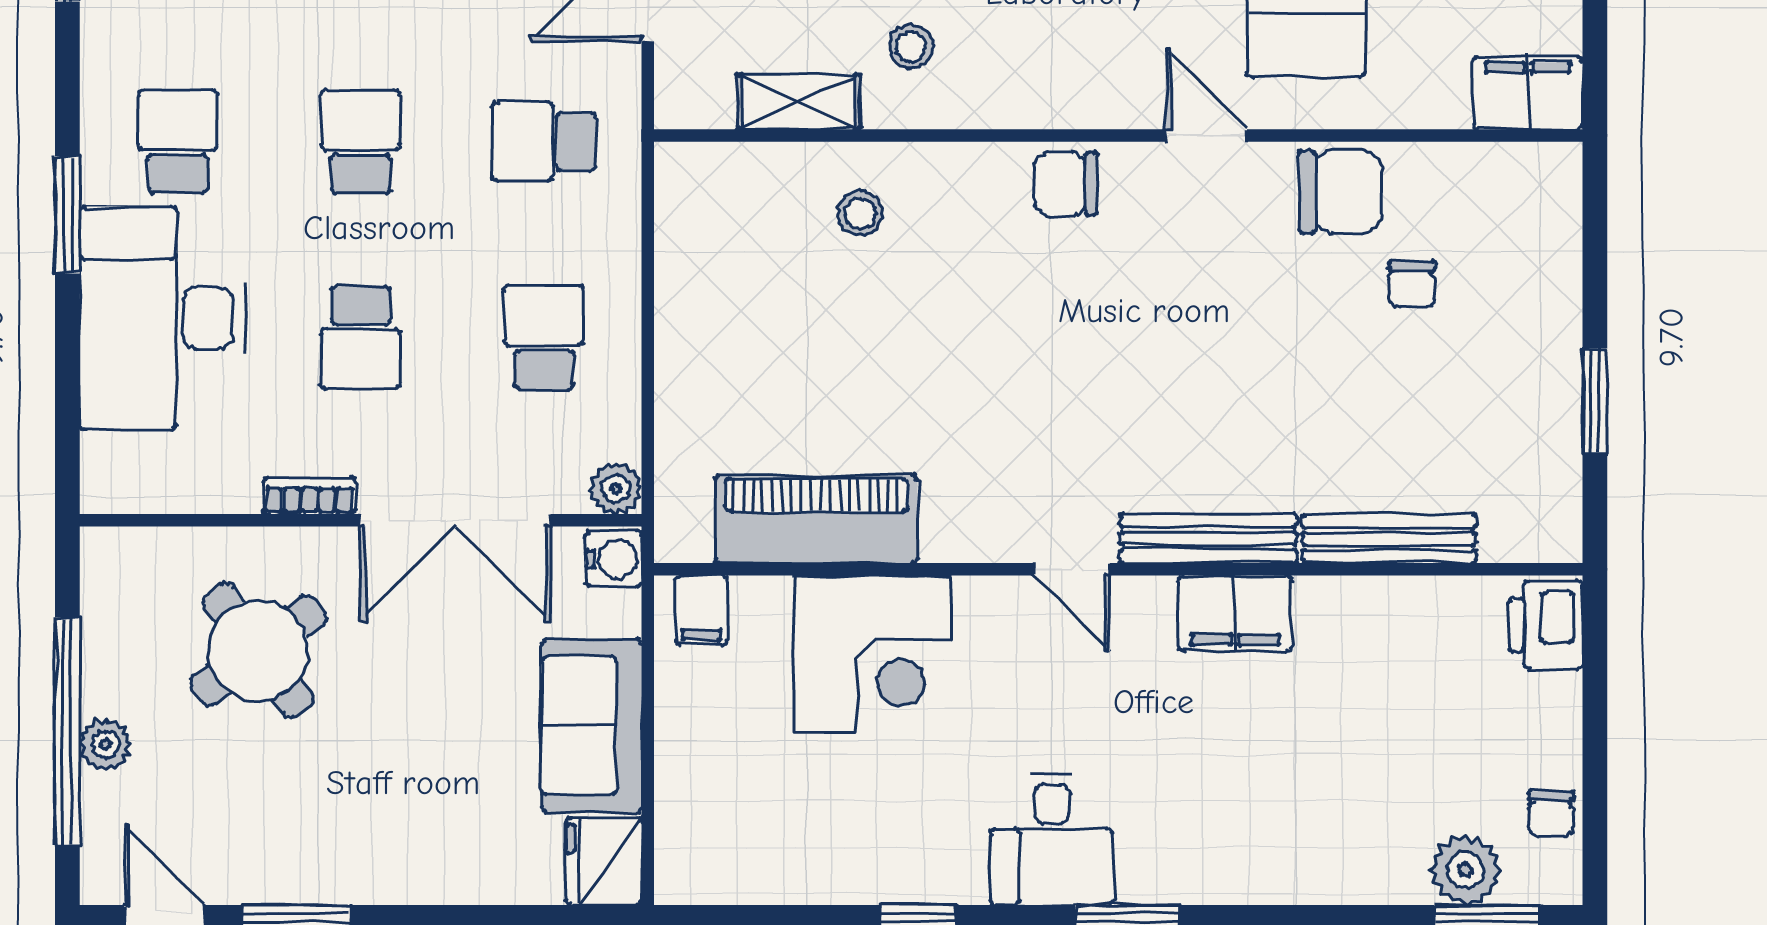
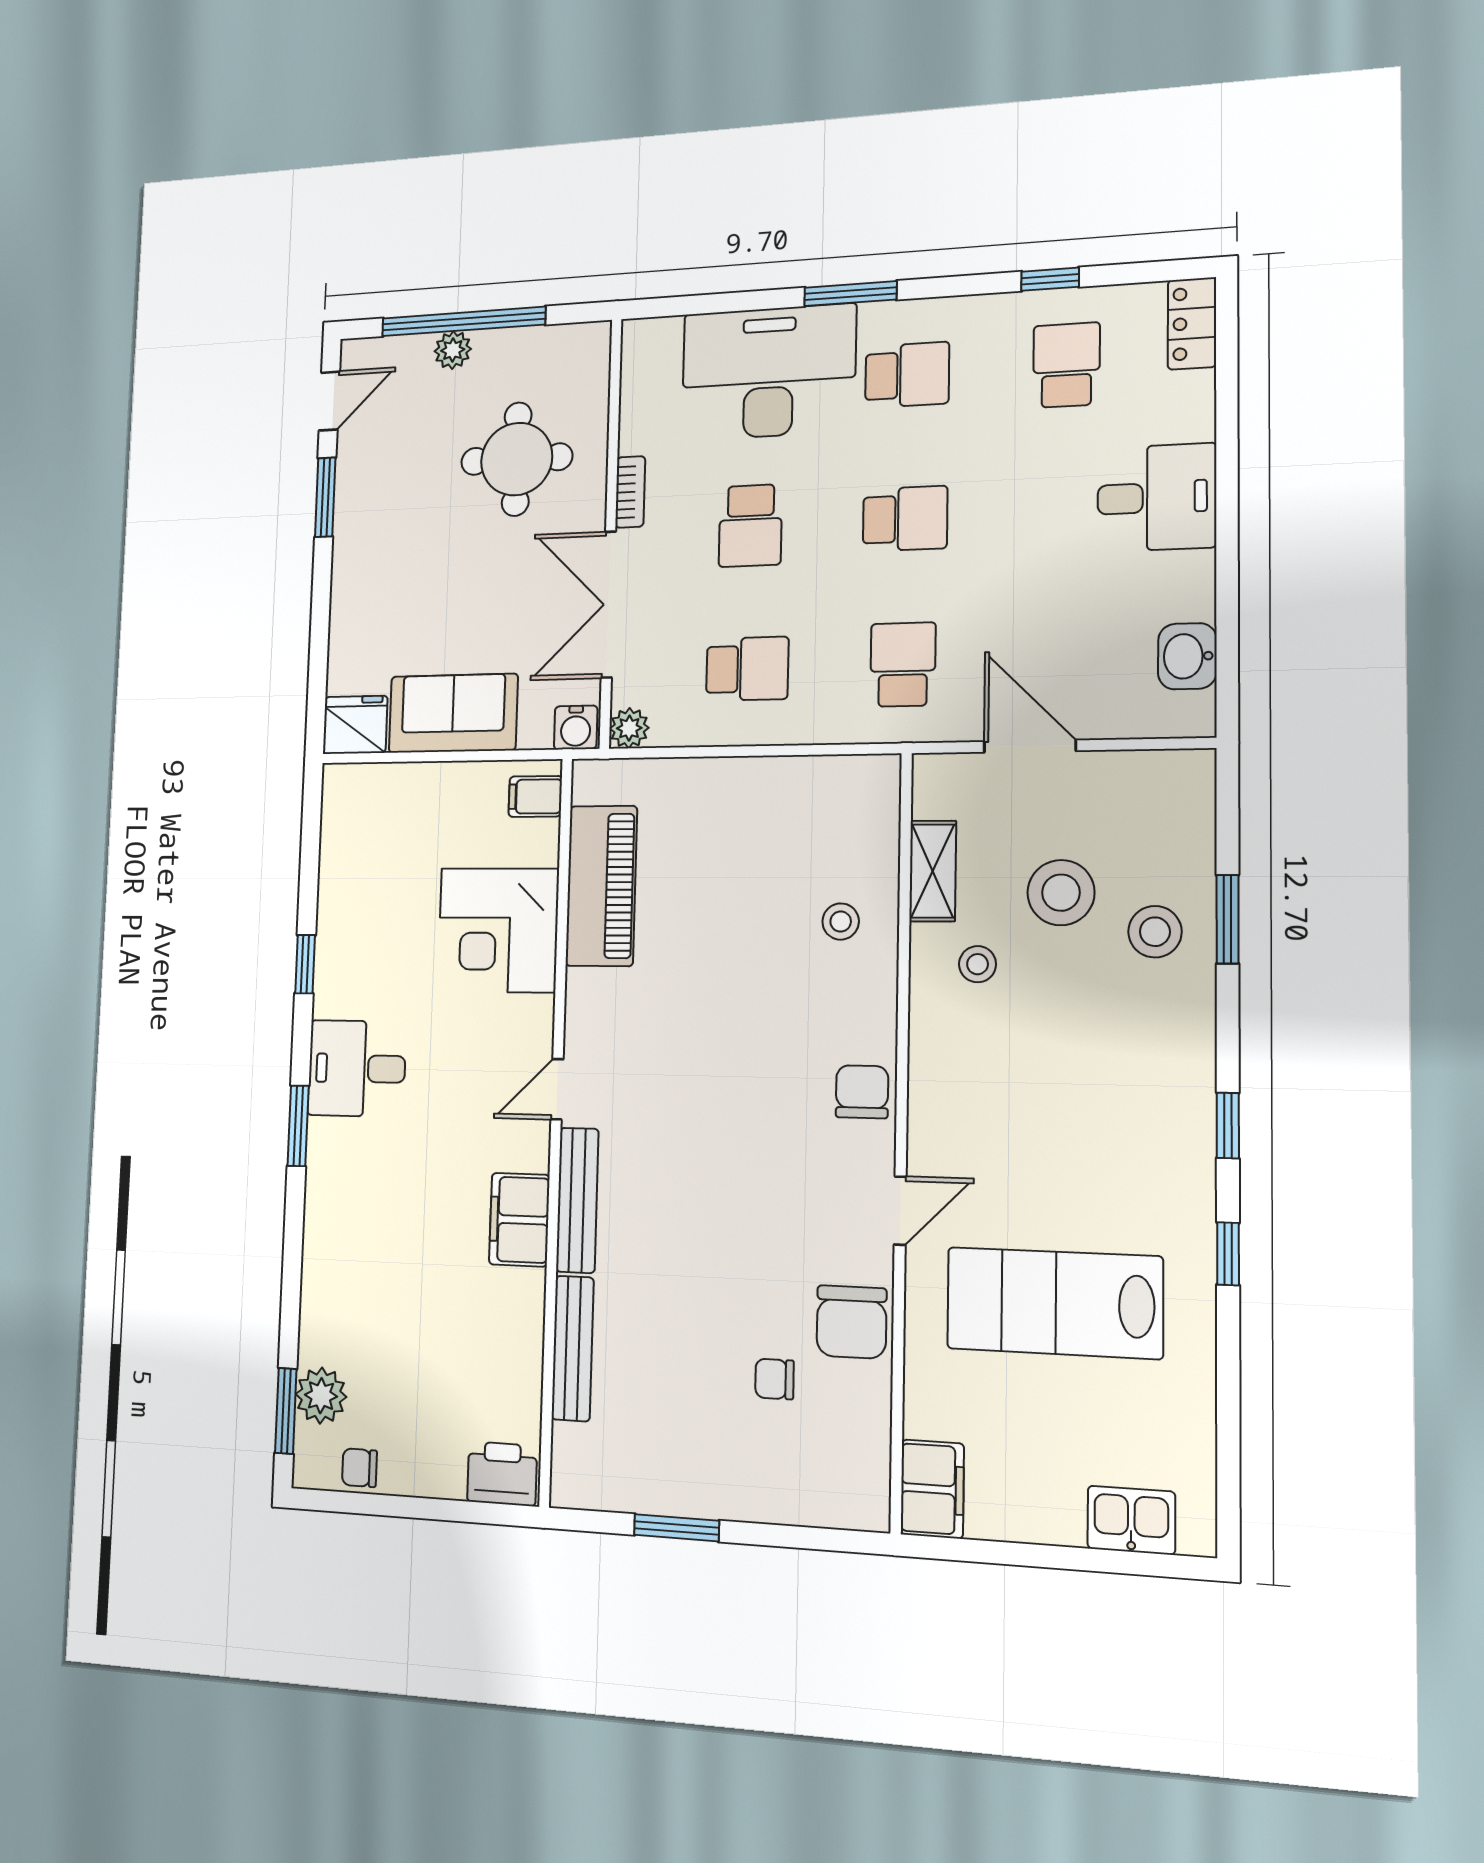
school desk: (361, 337) -> (750, 526), turned -90
round table: (258, 651) -> (517, 459), turned 36

